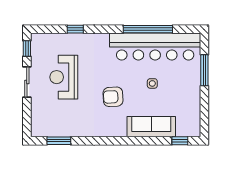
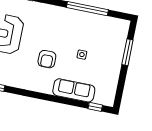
bar counter: (155, 47) -> (90, 24), removed
armchair: (113, 97) -> (47, 59), turned -87

